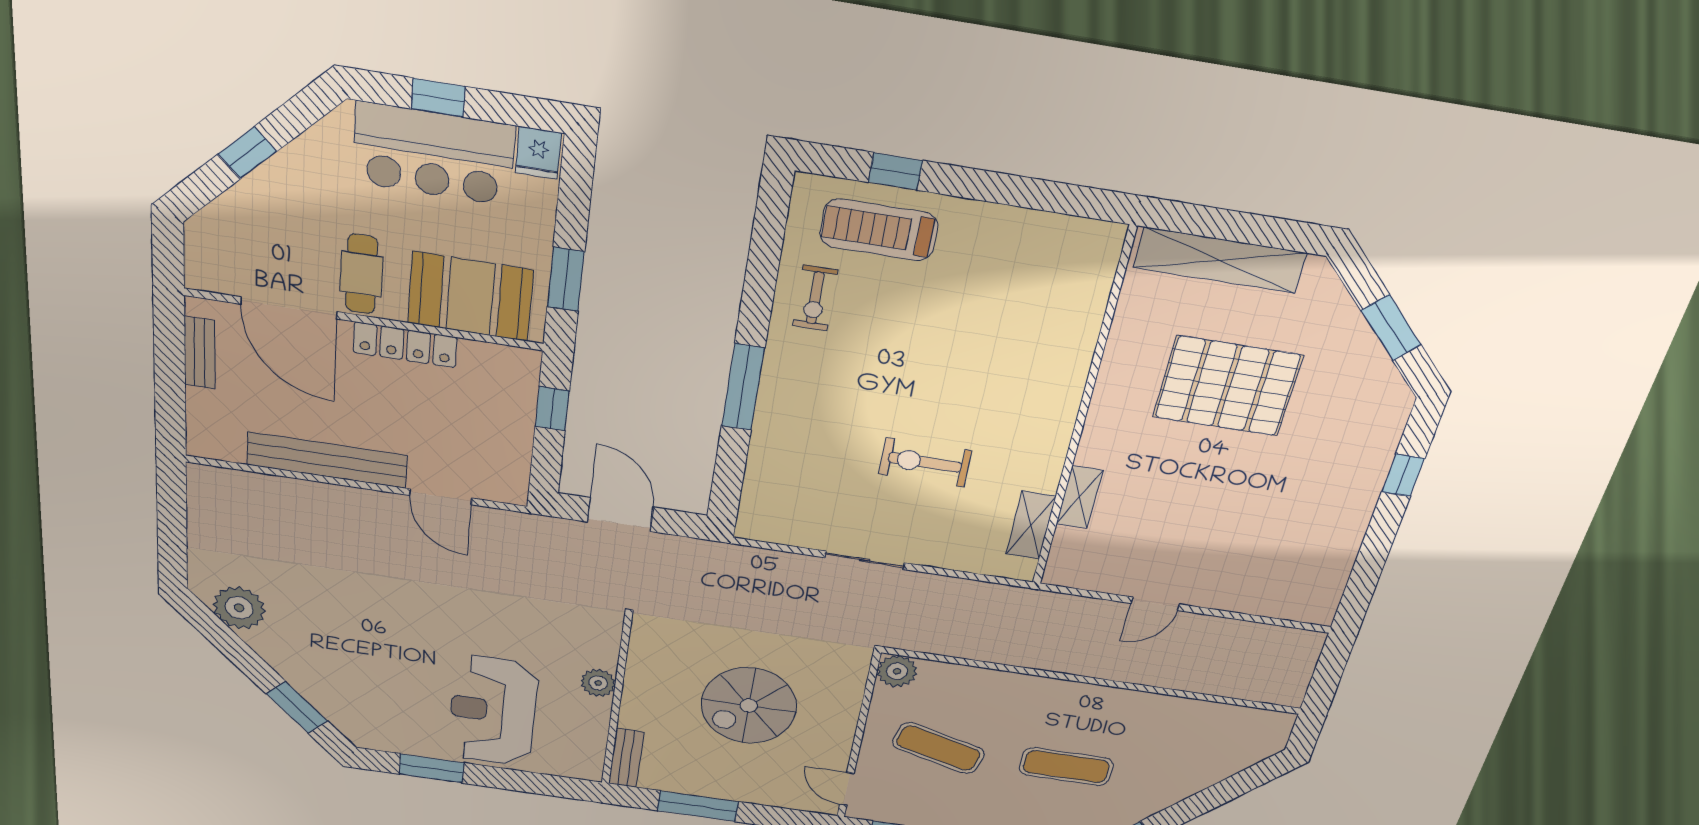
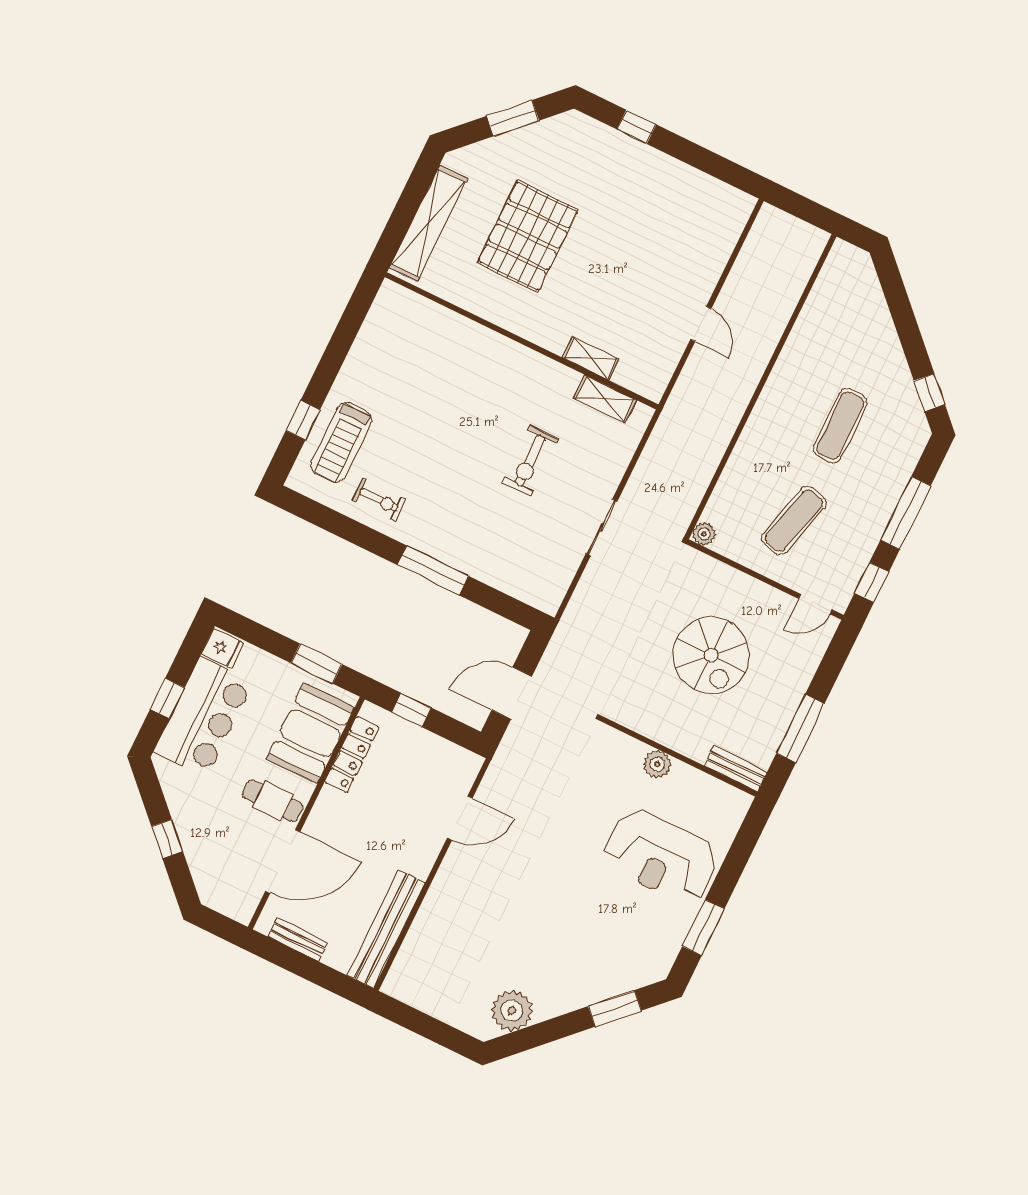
locker: (405, 345) -> (352, 755), moved
bench: (327, 460) -> (386, 929), moved
plant: (897, 671) -> (704, 534), width x0.73, depth x0.73

